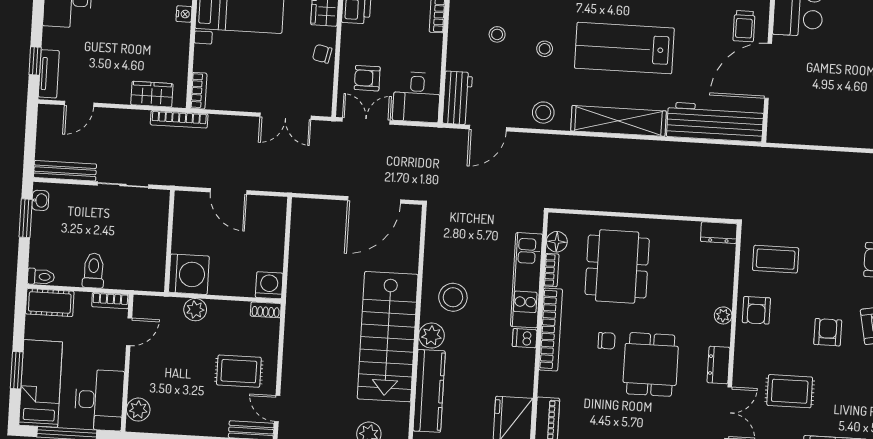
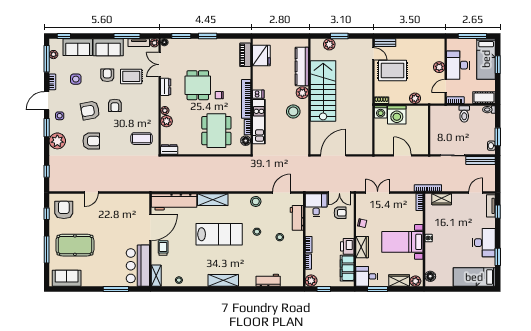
workbench: (457, 98) -> (297, 218), moved
shelving: (618, 121) -> (213, 200), width x0.68
washing machine: (189, 274) -> (397, 115), moved, turned -90
plant: (721, 293) -> (167, 121), added
armchair: (756, 310) -> (107, 75), moved
rug: (239, 371) -> (393, 70), width x1.36, depth x1.43
desk: (99, 400) -> (458, 65), moved
plant: (138, 410) -> (439, 67), moved

